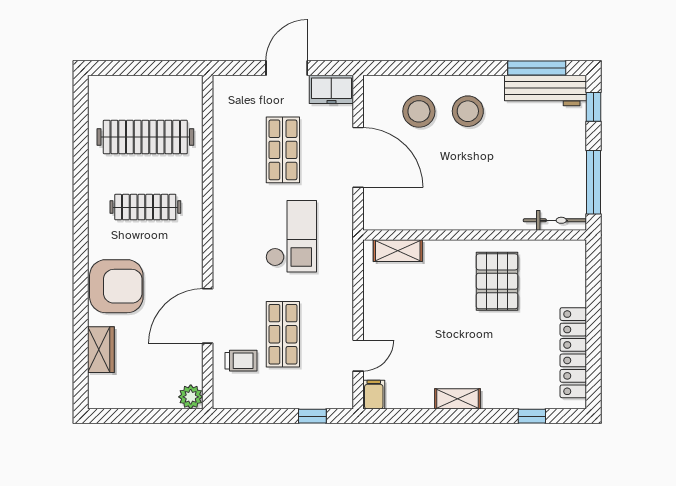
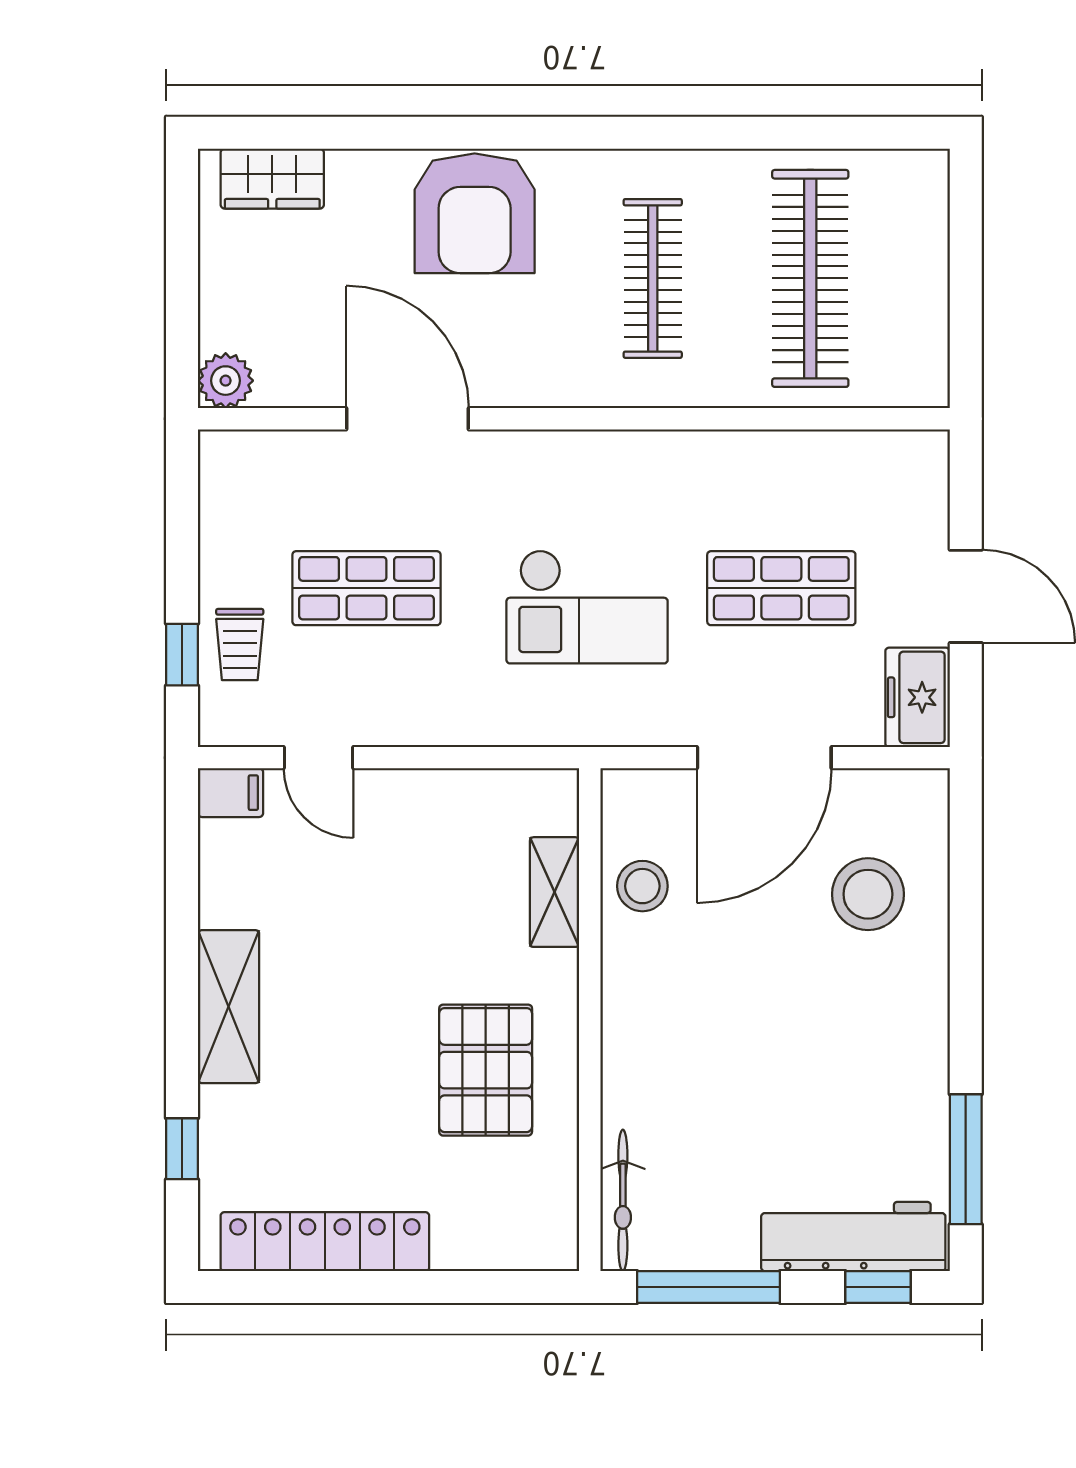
workbench: (545, 90) -> (853, 1237), moved, turned 90
stool: (468, 111) -> (642, 886), moved, width x0.73, depth x0.73
shelving: (398, 251) -> (555, 892), moved
pallet: (497, 281) -> (486, 1070), turned 90
wardrobe: (101, 350) -> (272, 179), moved
trolley: (241, 361) -> (240, 644), moved
shelving: (458, 399) -> (229, 1007), width x1.50, depth x1.33

